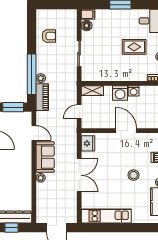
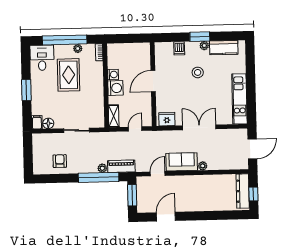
rug: (134, 47) -> (69, 75), width x1.36, depth x1.43
door: (79, 112) -> (135, 129), swing flipped

